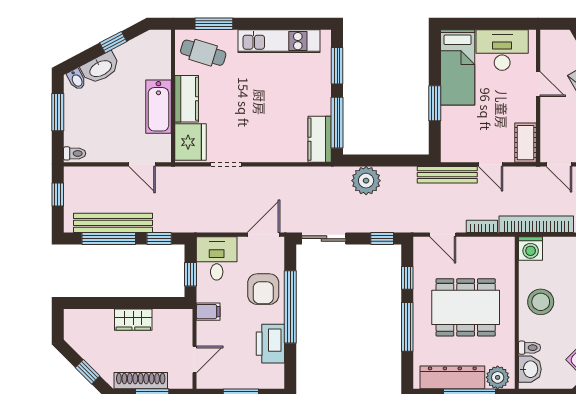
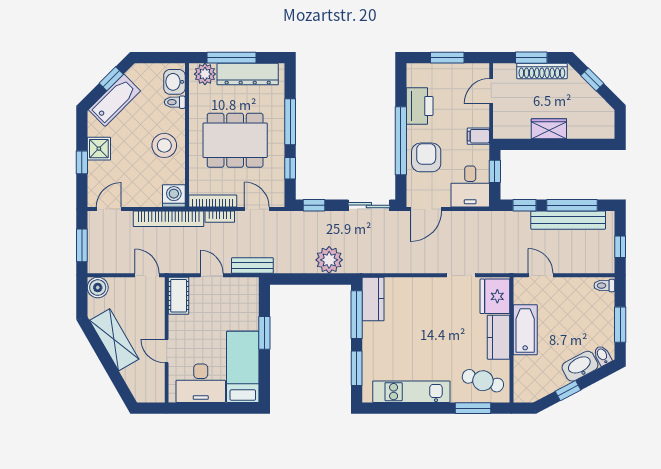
bench: (447, 175) -> (252, 266), width x0.73
bookcase: (489, 243) -> (213, 201), added

